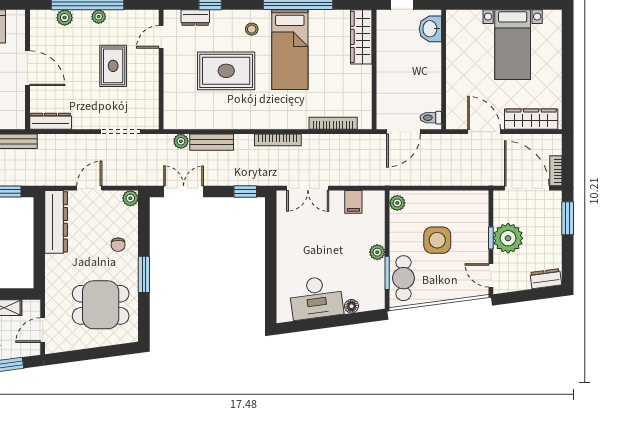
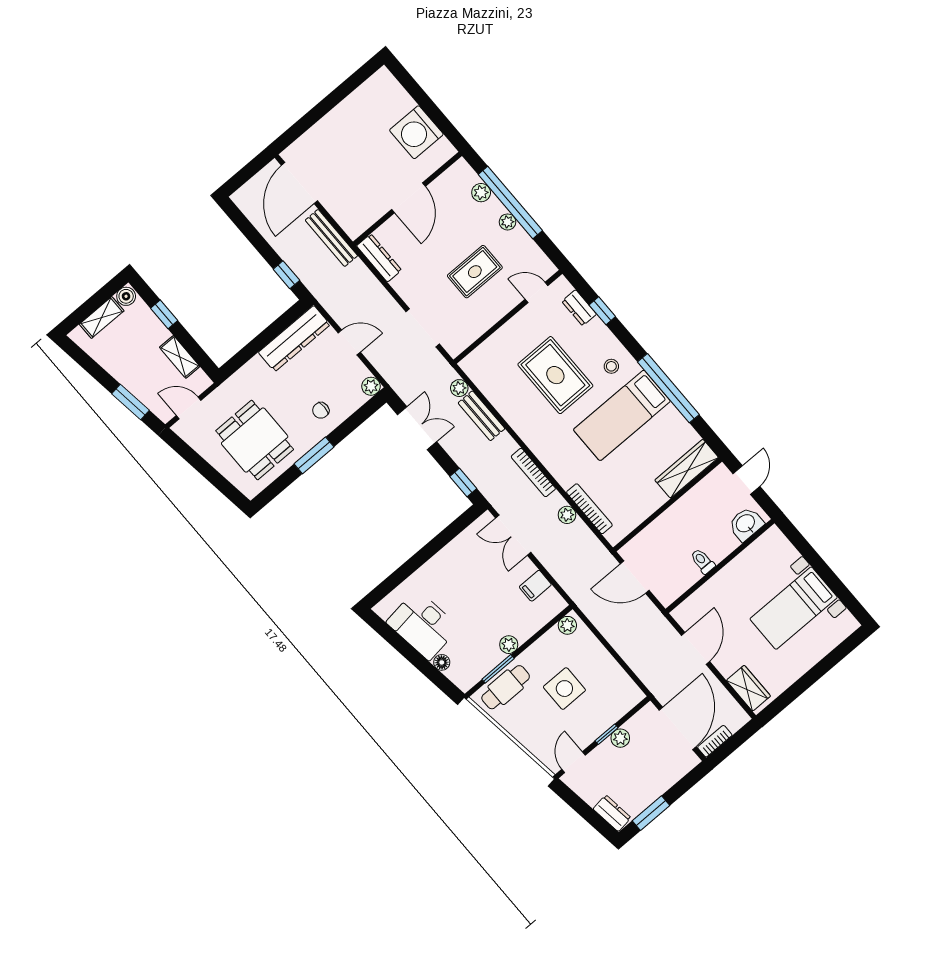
toilet: (431, 118) -> (703, 561), moved
wardrobe: (531, 119) -> (748, 688), width x0.67
plant: (325, 141) -> (567, 515), added
window: (568, 218) -> (651, 813), moved
plant: (508, 238) -> (620, 738), width x0.53, depth x0.53

